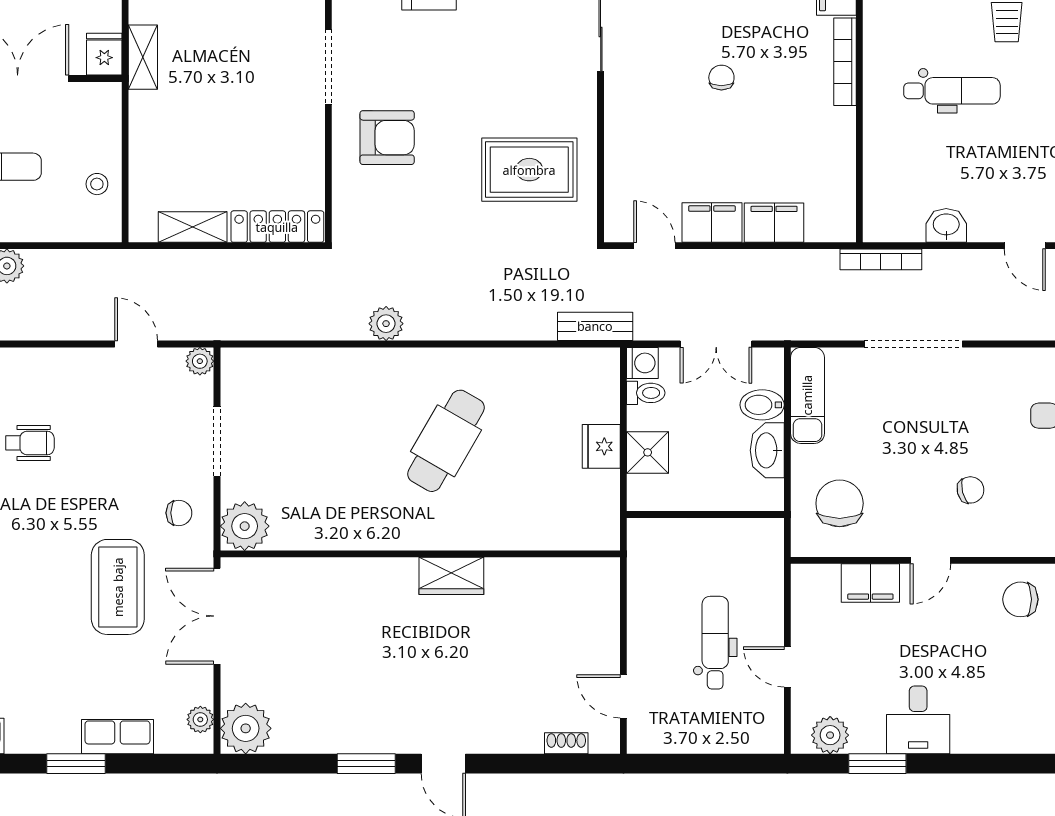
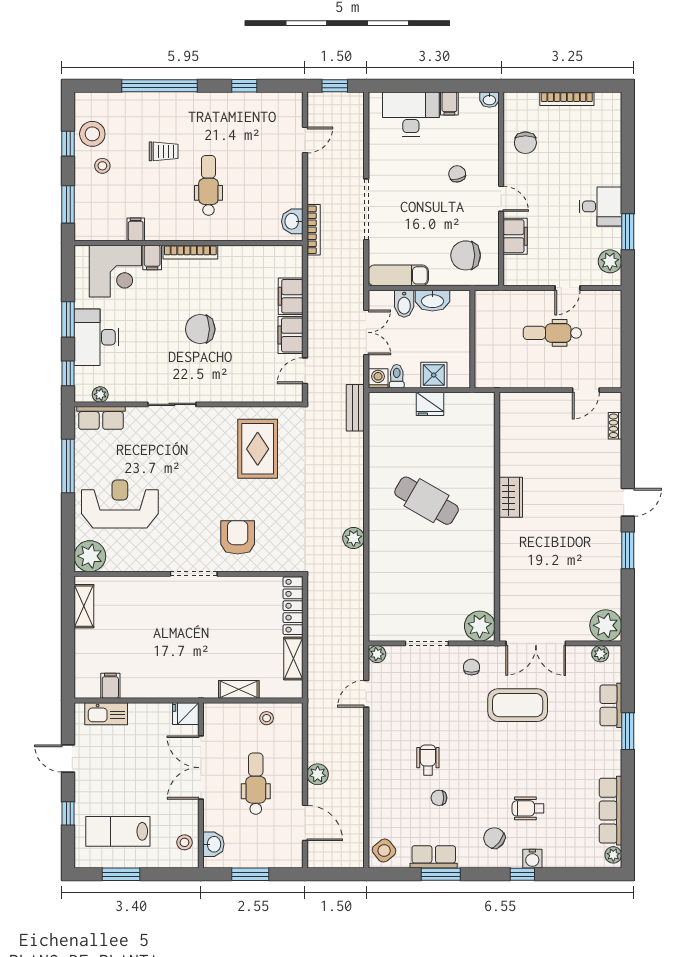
shelving: (143, 57) -> (239, 689), moved
chair: (721, 78) -> (200, 329), width x1.87, depth x1.87
washbasin: (946, 225) -> (292, 221), moved

